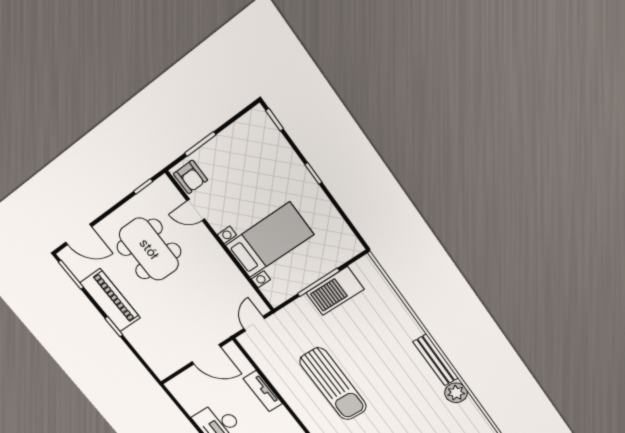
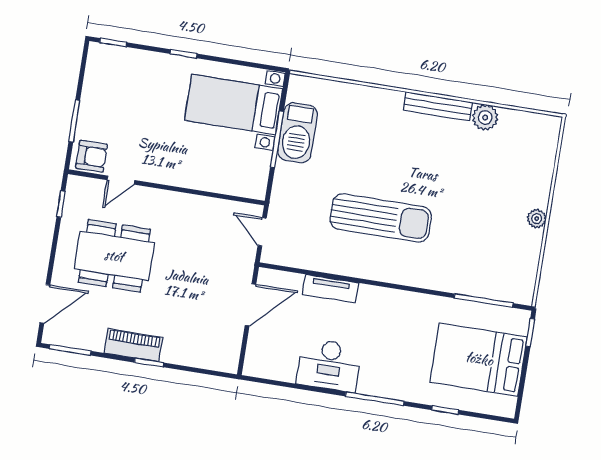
bed with nightstands: (269, 240) -> (234, 105), moved, turned -90
piano: (110, 300) -> (133, 345), width x0.73, depth x0.75

